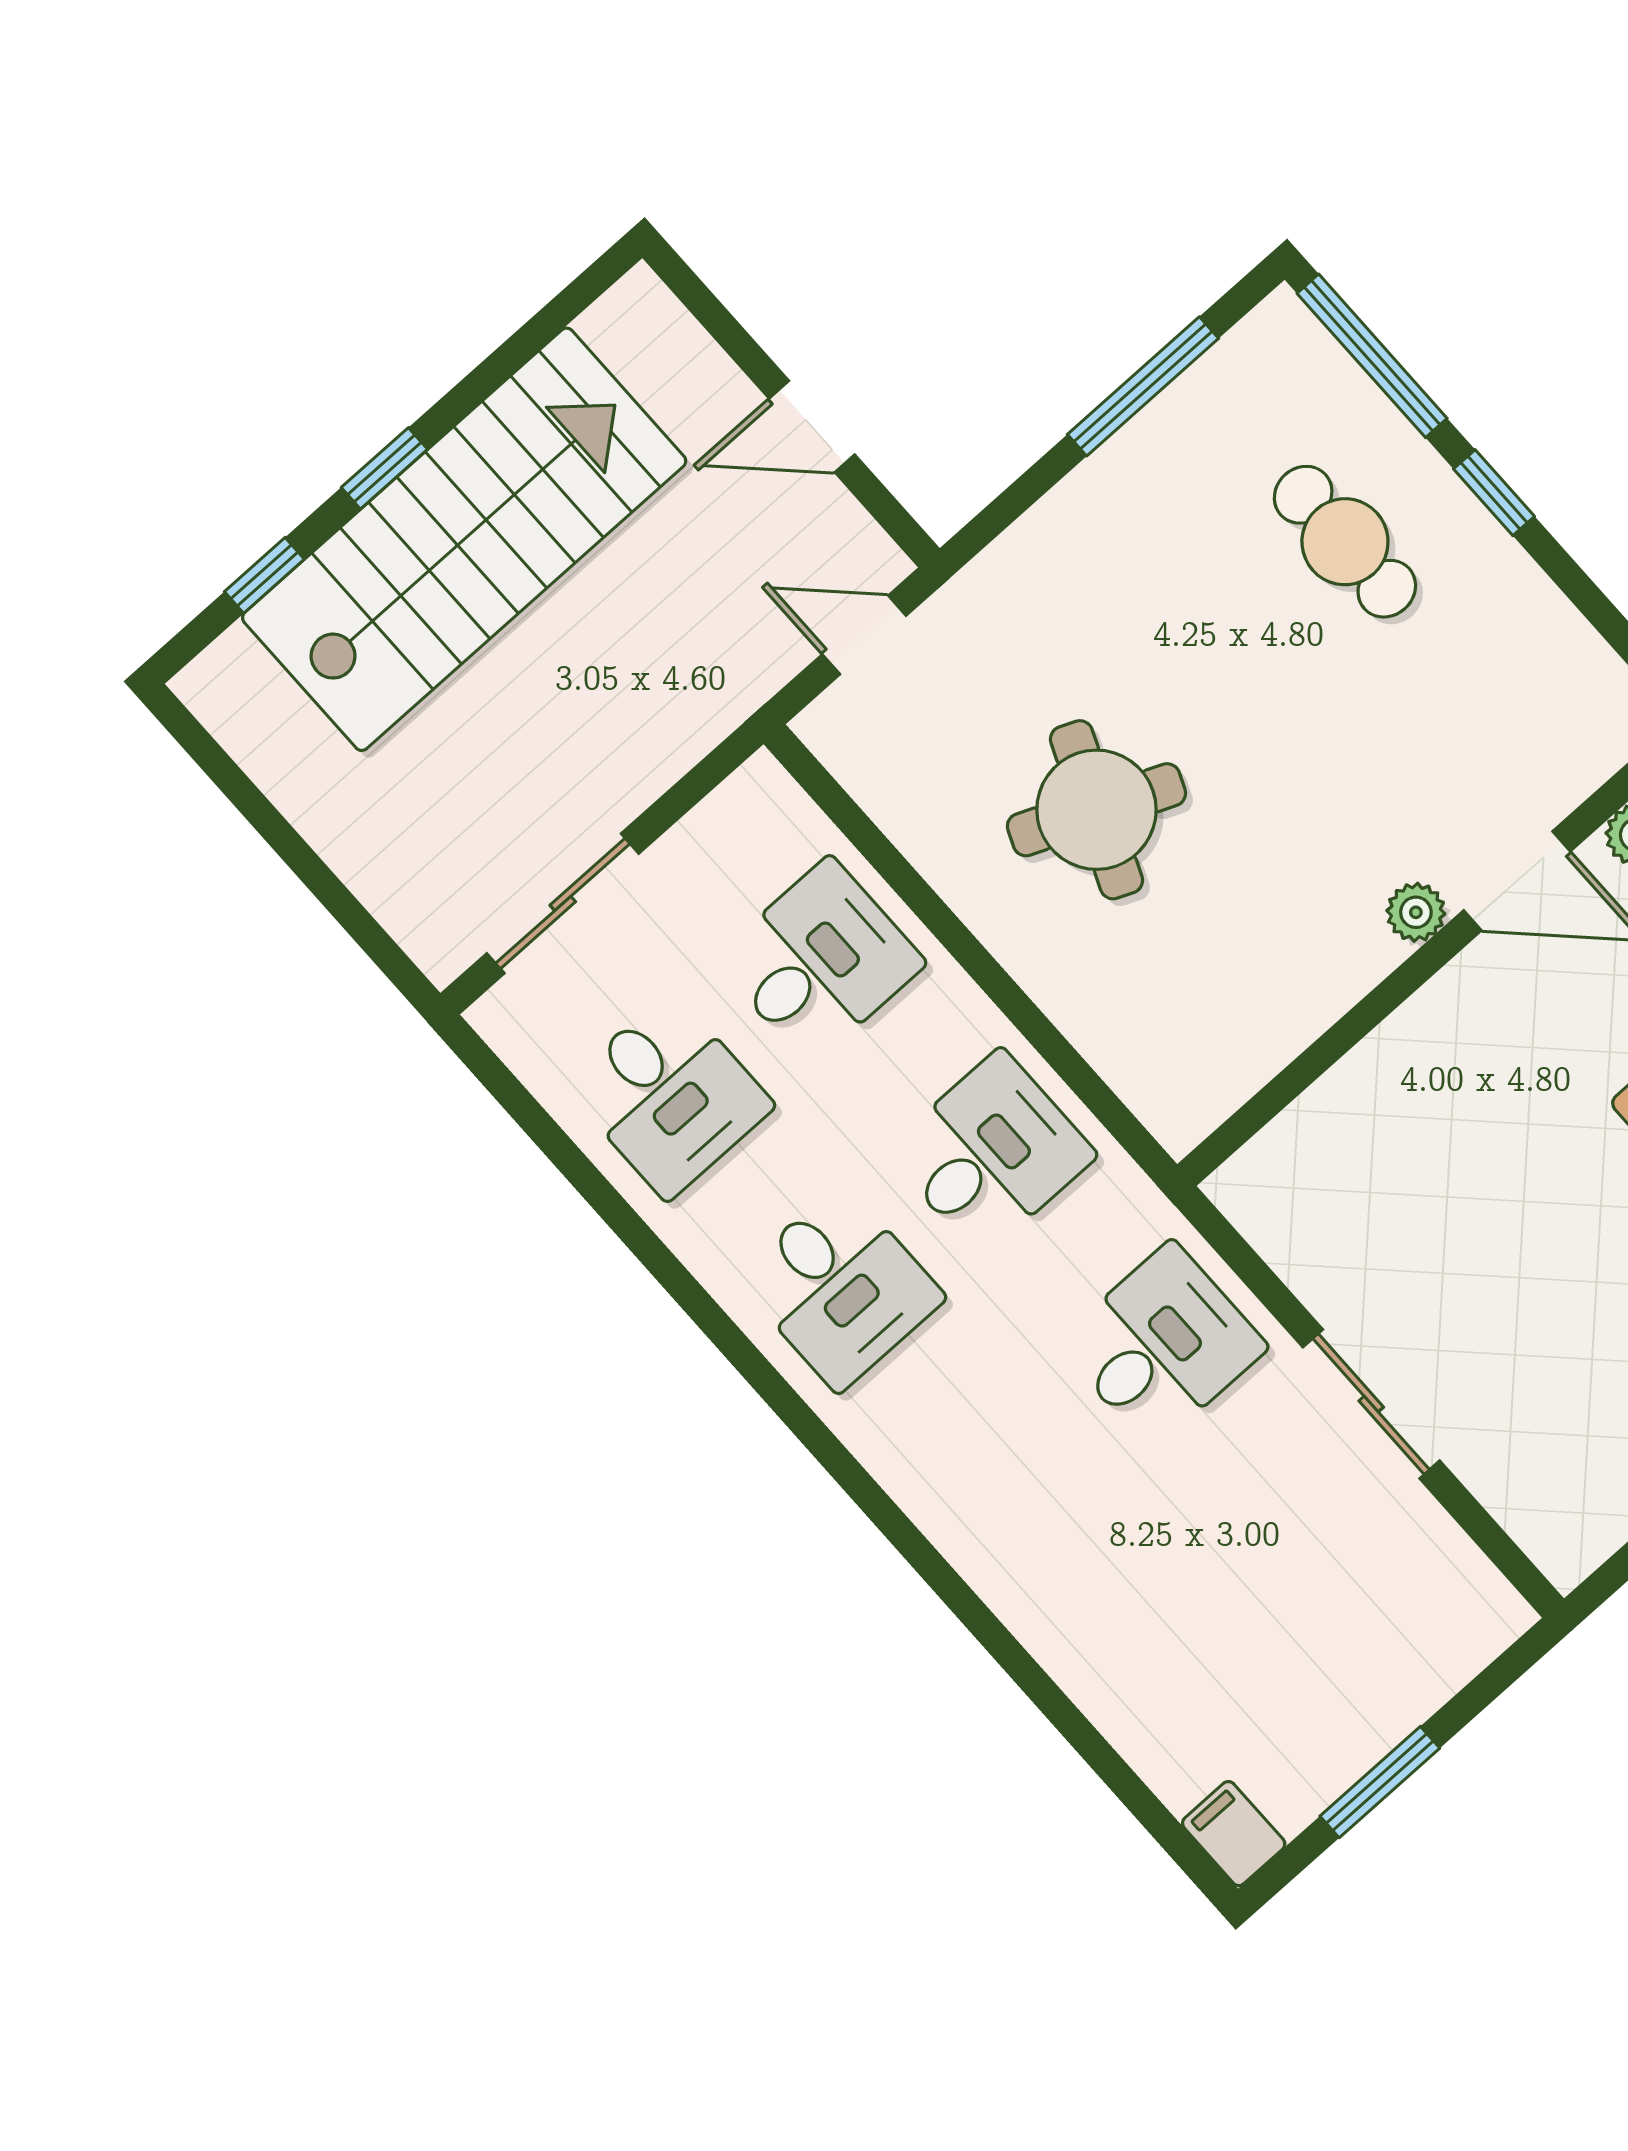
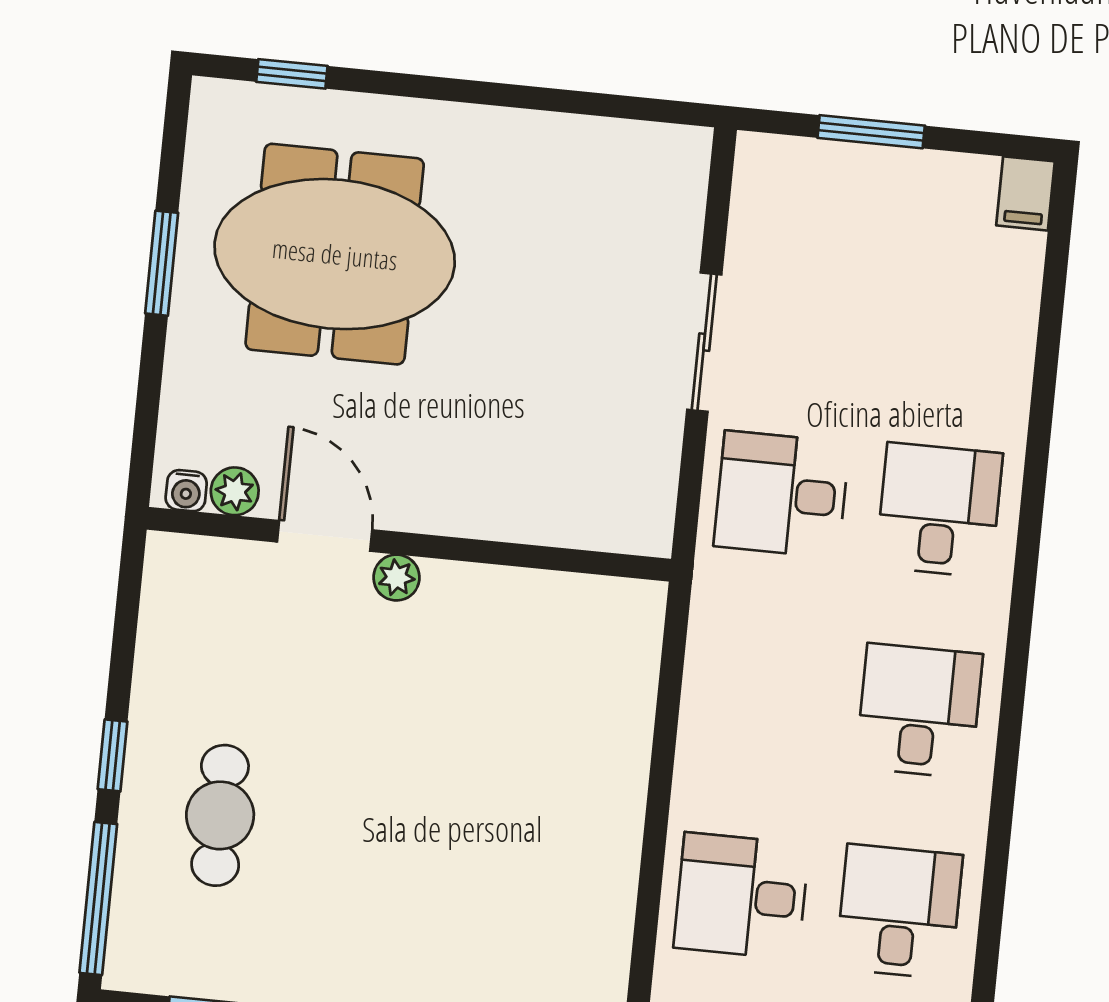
round table: (1096, 810) -> (507, 817), removed
desk: (991, 1153) -> (939, 510), moved, turned 90
window: (1380, 1782) -> (871, 132), moved

